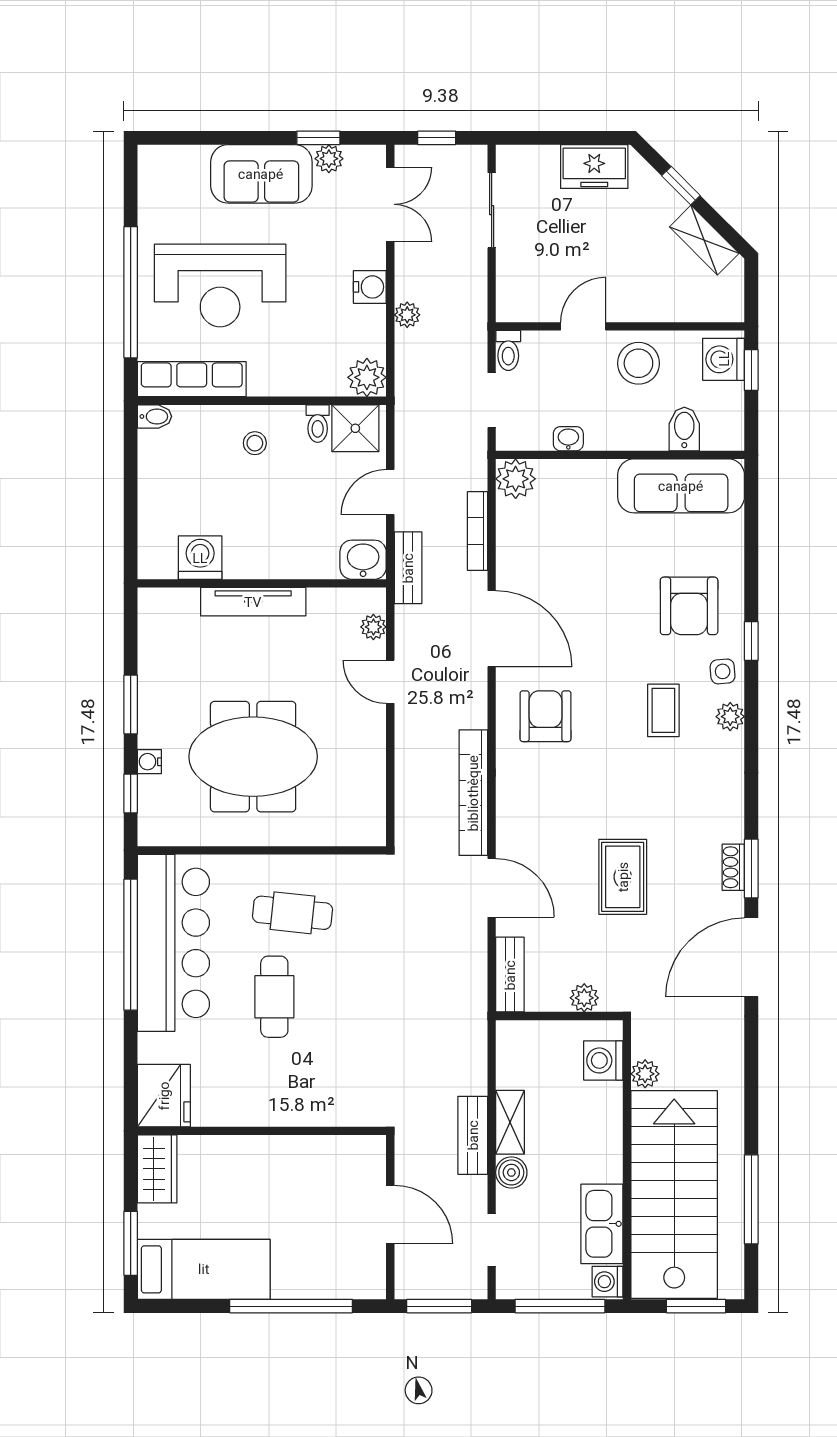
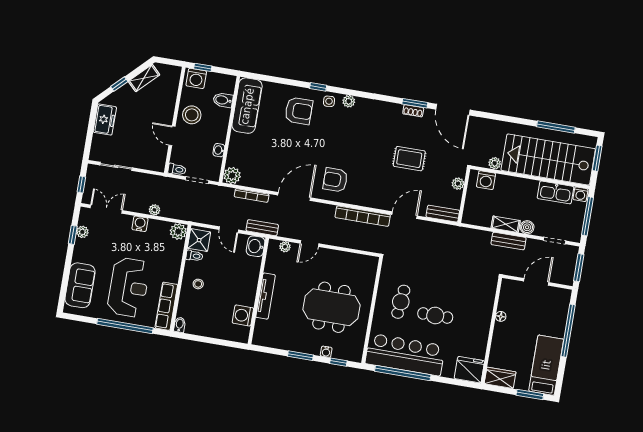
sofa: (261, 174) -> (80, 285), moved
coffee table: (663, 710) -> (341, 129), removed
meeting table: (253, 757) -> (331, 307), turned 90
floor lamp: (298, 1147) -> (501, 316), added

